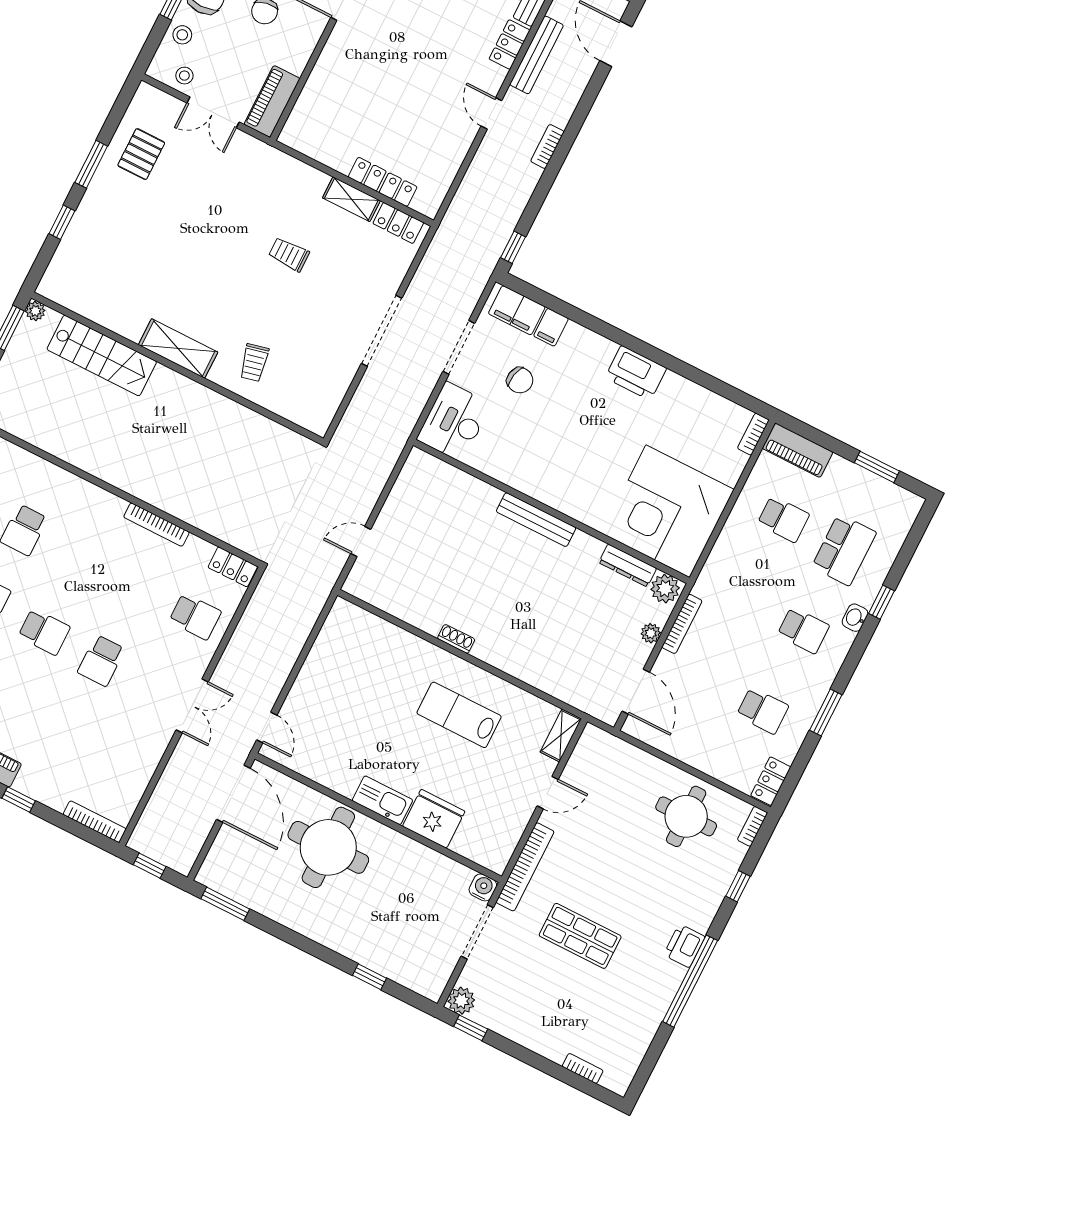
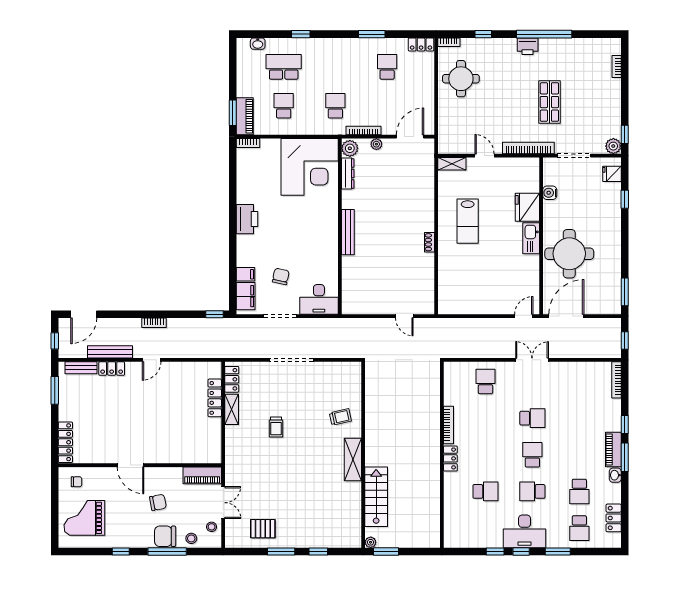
window: (877, 467) -> (233, 113), moved
locker: (233, 567) -> (450, 458), moved
washbasin: (855, 618) -> (258, 44), moved
school desk: (803, 630) -> (335, 106), moved
water cooler: (483, 887) -> (550, 193), moved
fridge: (419, 977) -> (612, 174), added

